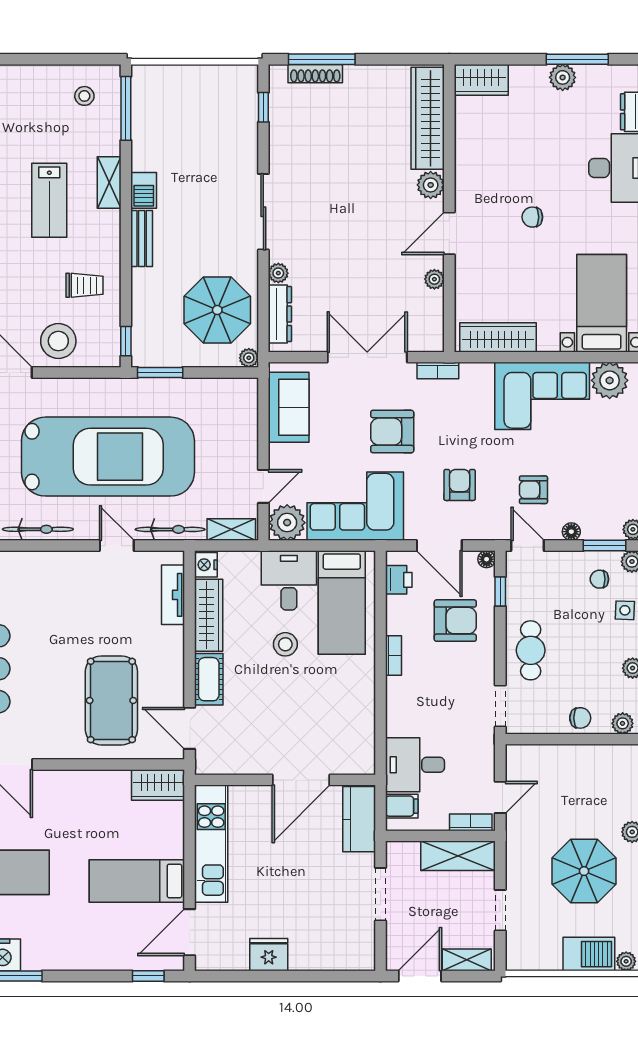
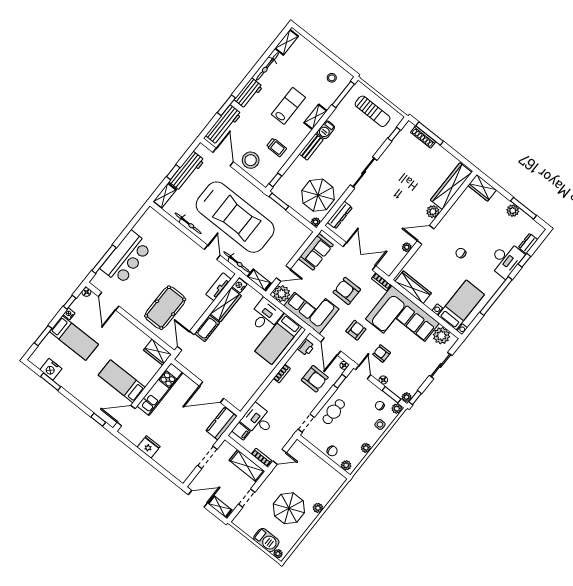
sun lounger: (197, 98) -> (373, 111), added
lab bench: (49, 200) -> (288, 106), turned 180
plant: (278, 273) -> (351, 199), removed
corner sofa: (542, 396) -> (402, 321), width x1.36, depth x1.36
stool: (285, 644) -> (245, 338), removed

